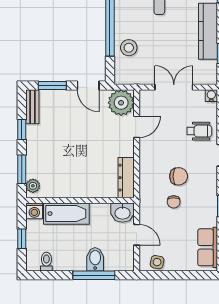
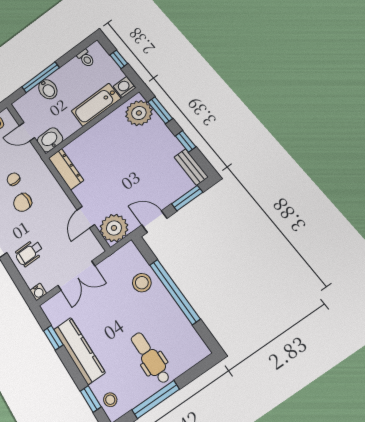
plant: (33, 186) -> (139, 113), width x1.87, depth x1.87

